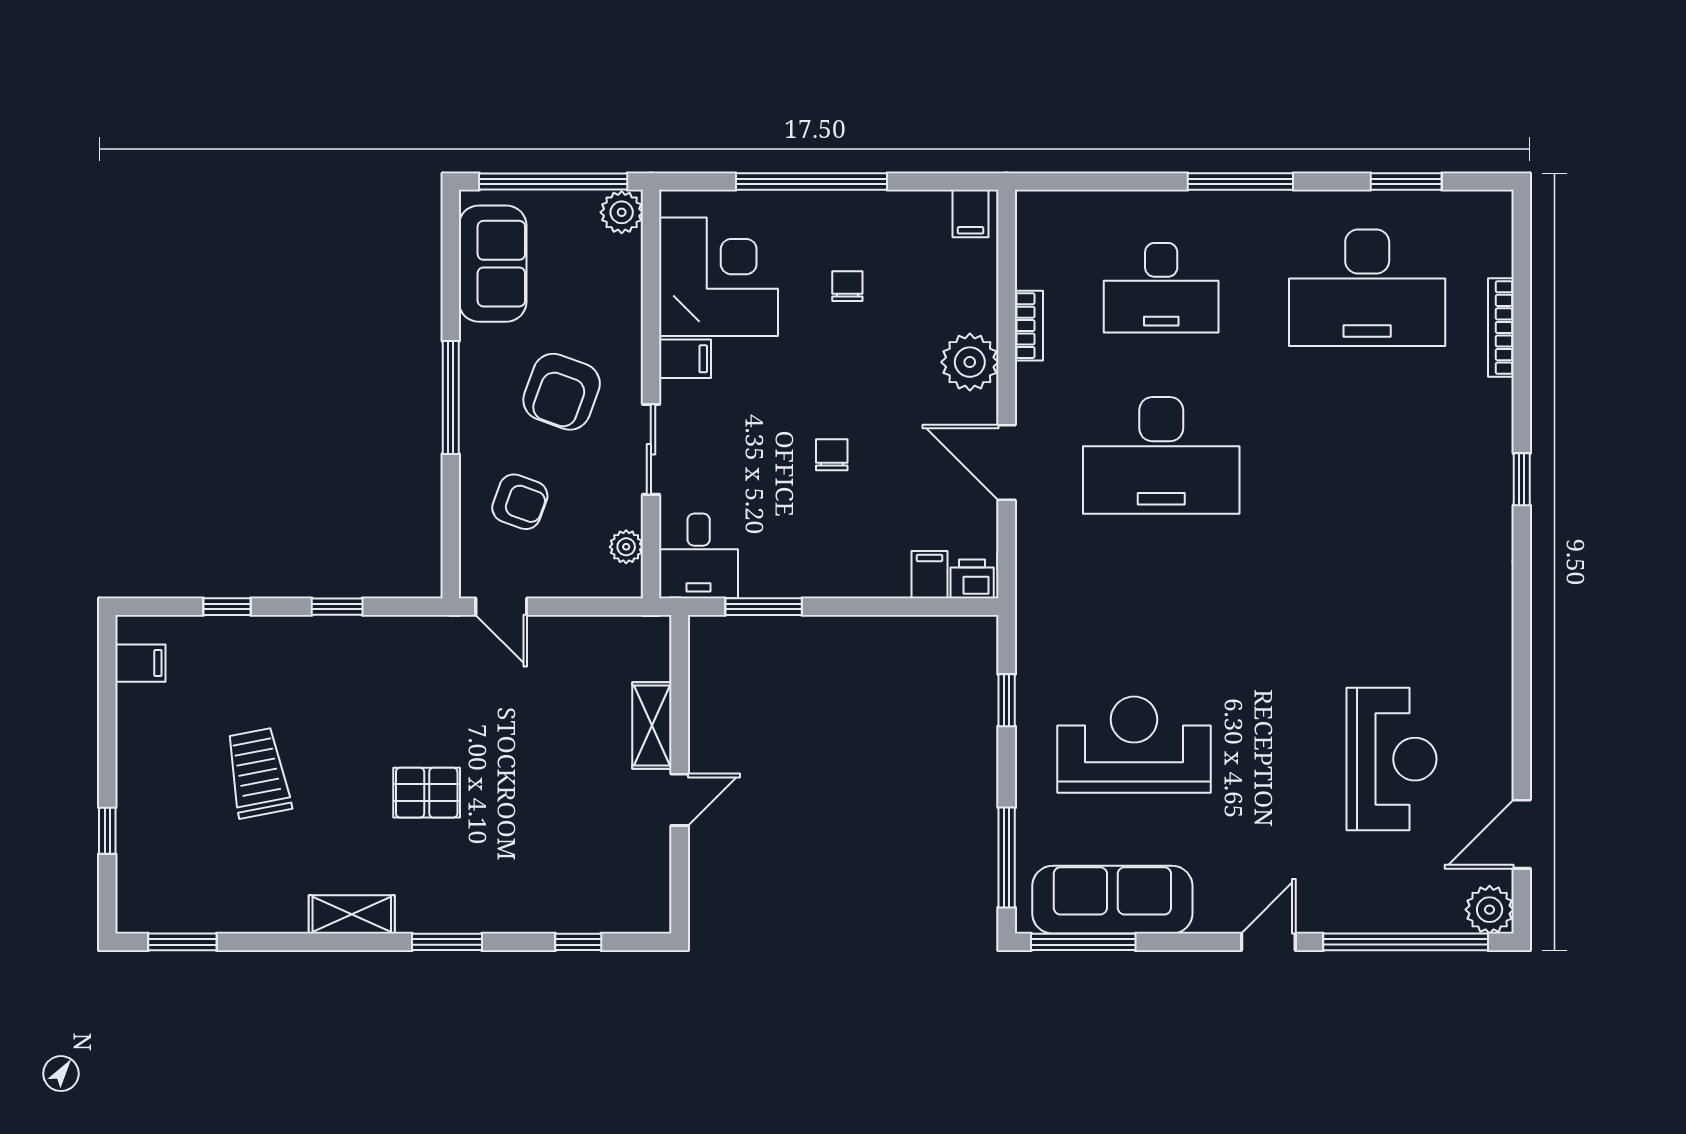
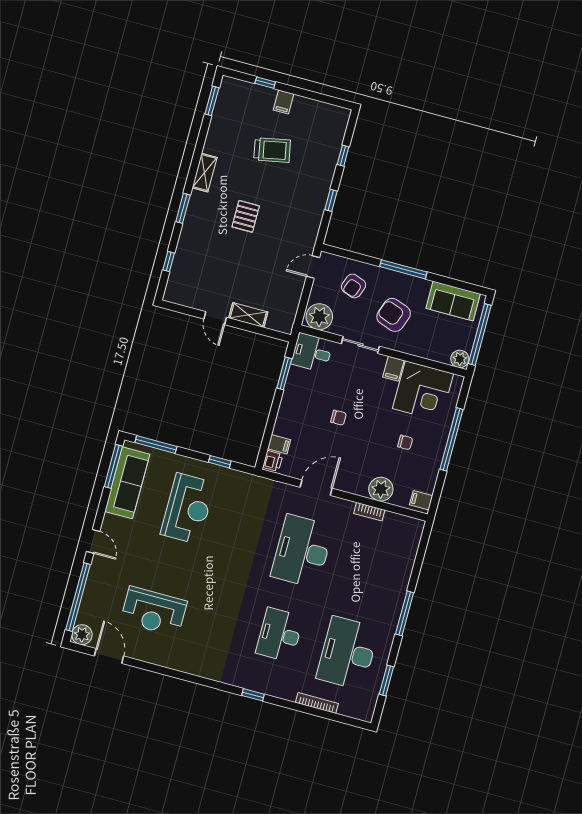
desk: (1161, 288) -> (280, 635), moved
plant: (970, 362) -> (381, 489), moved
plant: (626, 547) -> (319, 317), width x1.88, depth x1.88
filing cabinet: (140, 663) -> (284, 102), moved

